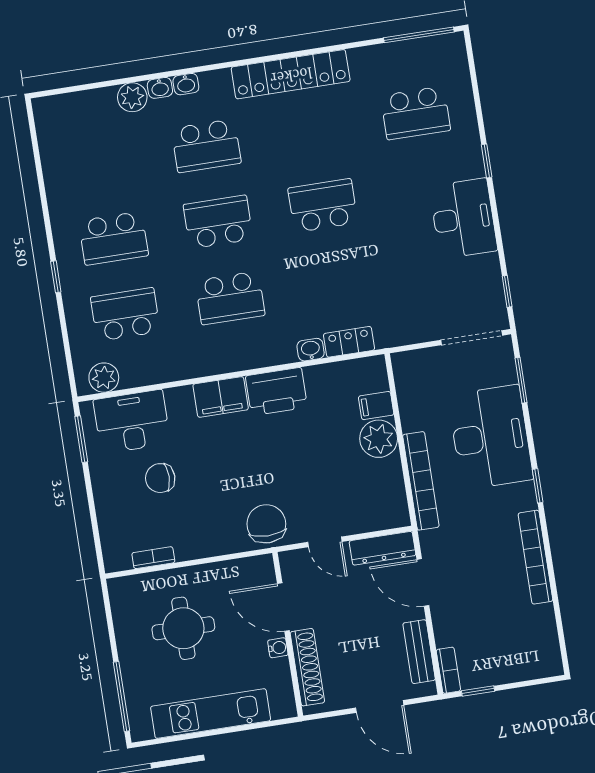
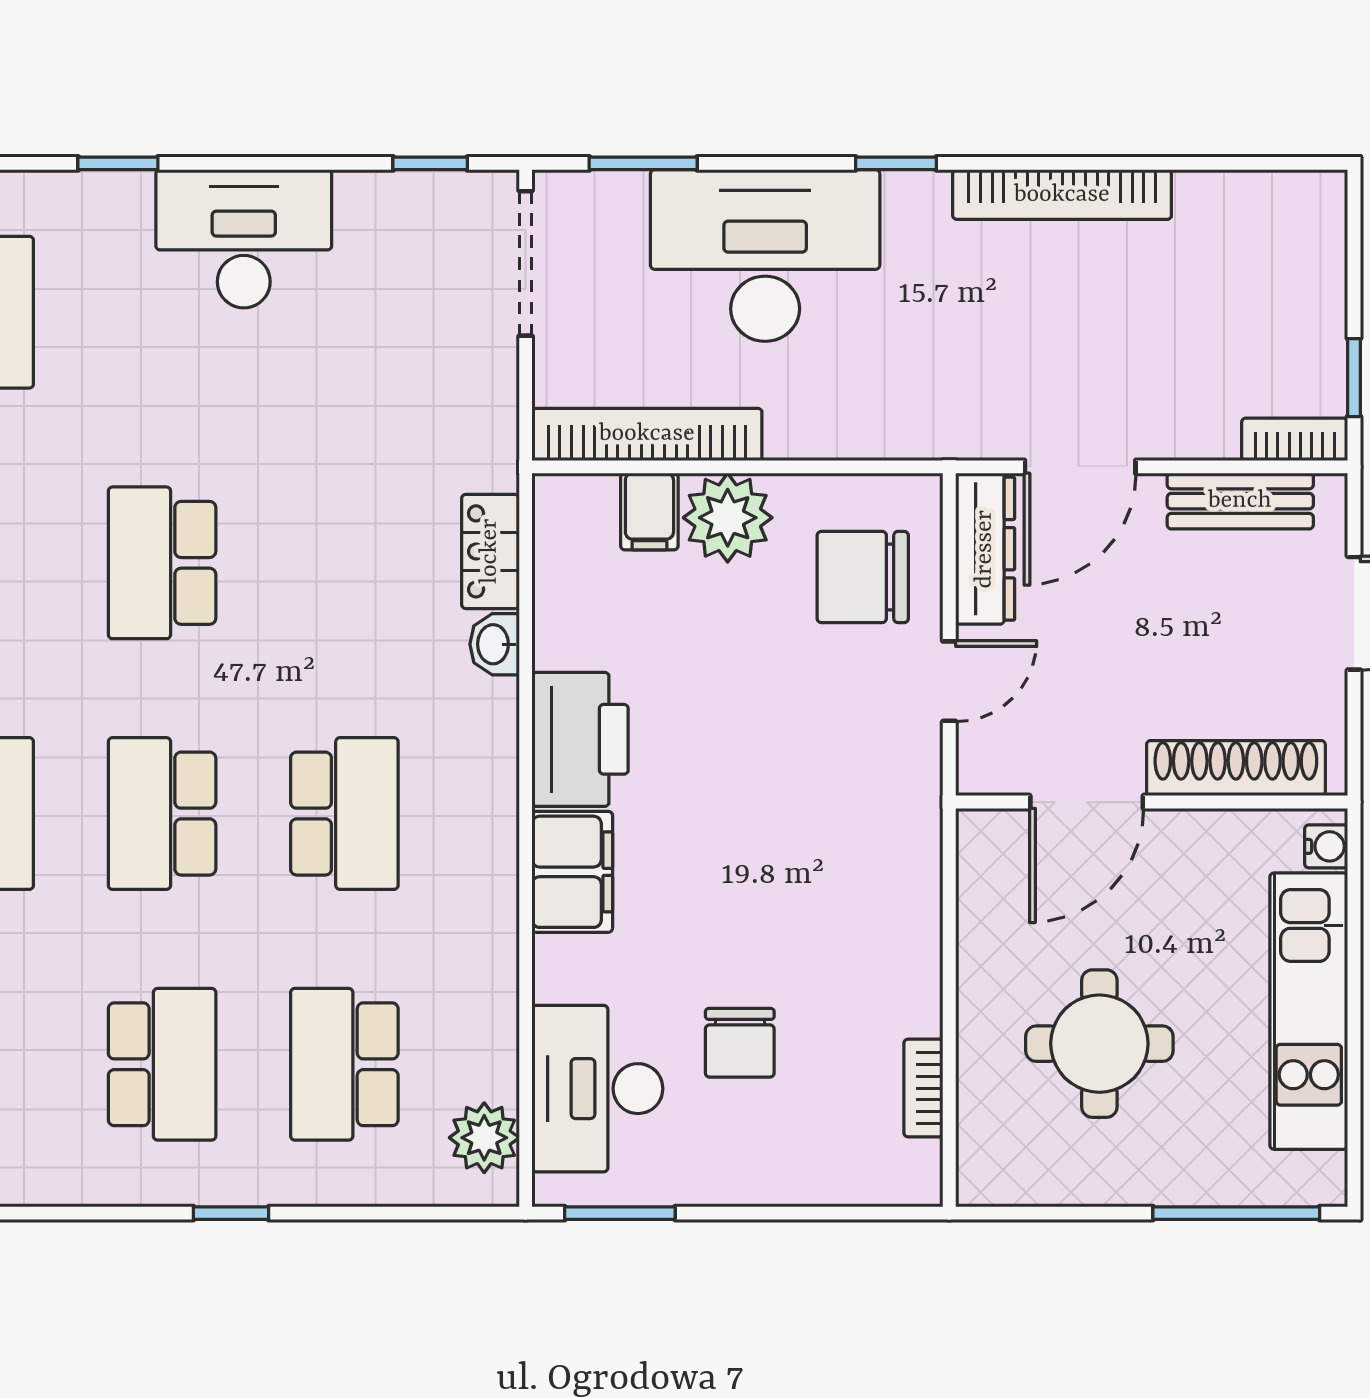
bookcase: (421, 481) -> (647, 434), moved
chair: (266, 524) -> (863, 577), moved
water cooler: (278, 648) -> (1326, 846), moved, turned 90

